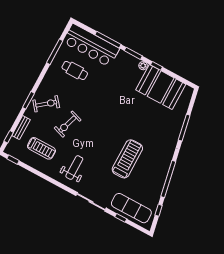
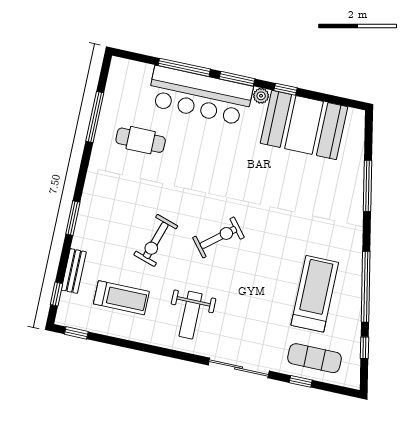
bar counter: (91, 45) -> (200, 96), moved
exercise bike: (46, 104) -> (218, 237), moved
treadmill: (127, 159) -> (315, 294), moved
weight bench: (74, 168) -> (191, 315), turned 180
exercise mat: (131, 208) -> (314, 358), width x0.73, depth x0.69

